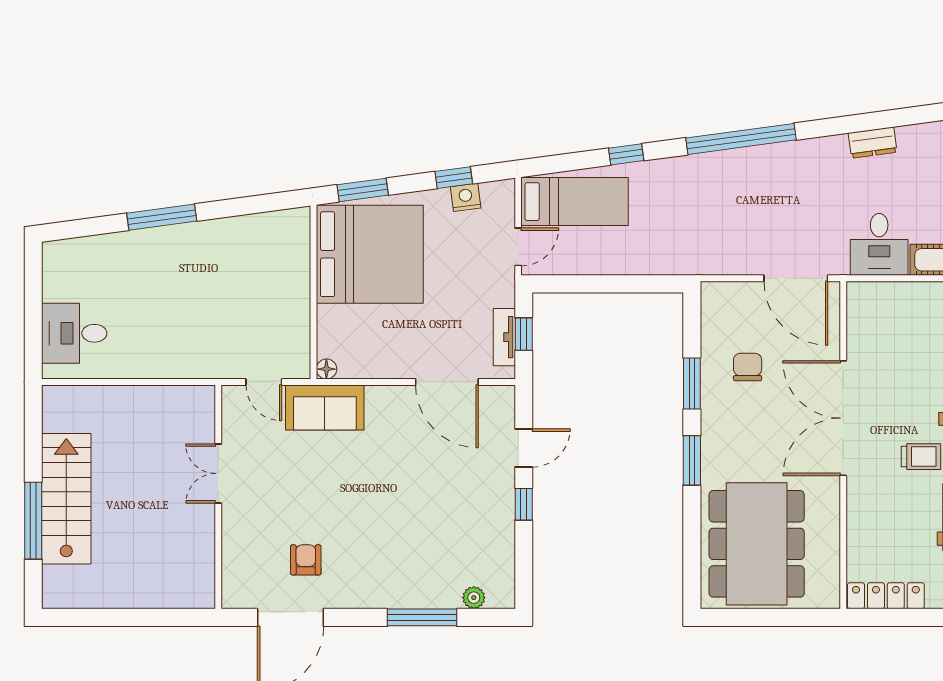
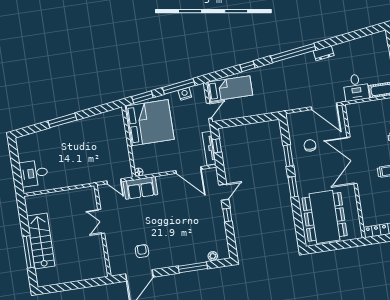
dresser: (873, 143) -> (324, 53), moved
window: (454, 178) -> (179, 86), width x2.17
tv unit: (504, 337) -> (209, 148), width x1.41

